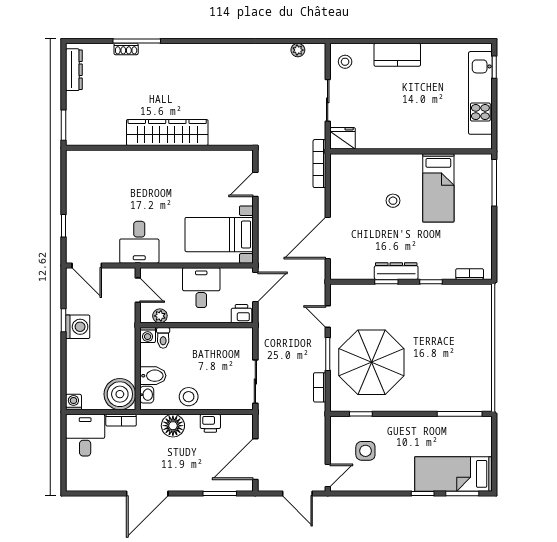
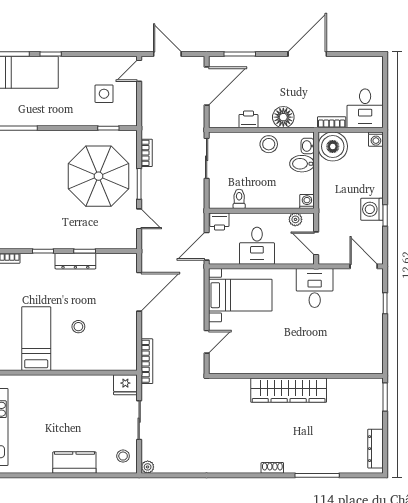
shoe rack: (126, 49) -> (272, 468), moved
plant: (298, 50) -> (148, 467), moved
toilet: (163, 338) -> (239, 199), moved

